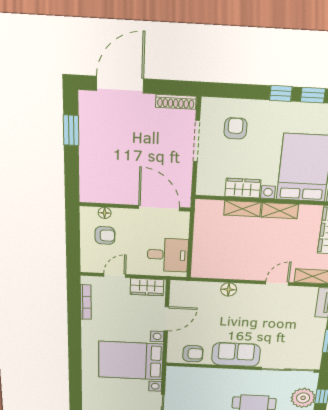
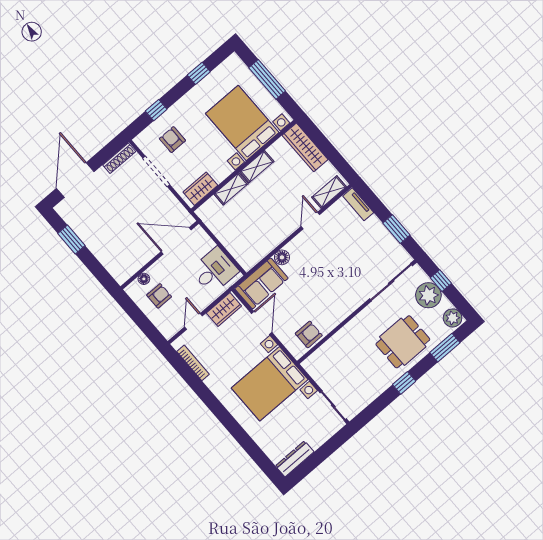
window: (281, 93) -> (156, 110), moved
wardrobe: (243, 188) -> (200, 189), moved
sofa: (236, 355) -> (261, 283), moved, turned 180

